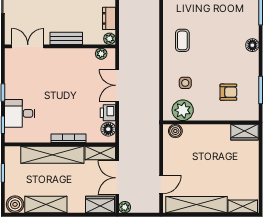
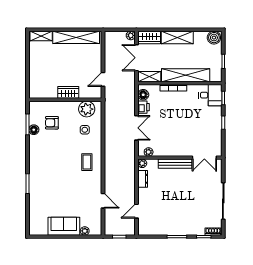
bench: (66, 38) -> (175, 164), width x1.36
floor lamp: (252, 45) -> (34, 130), moved
desk: (20, 113) -> (210, 95), moved
boiler: (175, 131) -> (92, 93), removed
wardrobe: (245, 132) -> (68, 92), moved
double door: (117, 178) -> (136, 58), swing flipped
door: (161, 184) -> (103, 79), moved
shelving: (46, 205) -> (177, 37), moved

